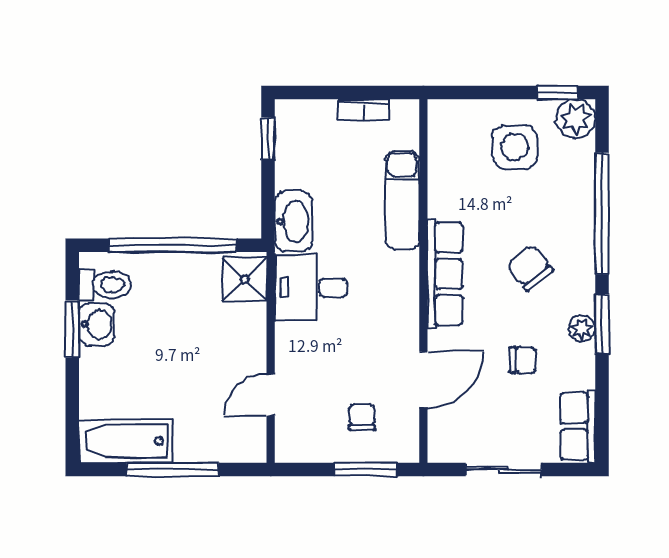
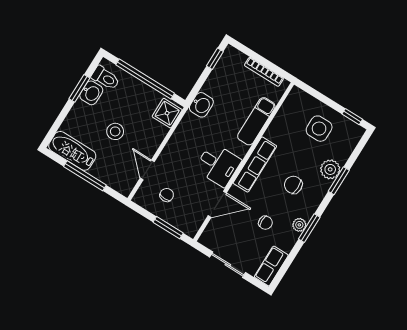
bookcase: (364, 109) -> (264, 72), width x1.56
plant: (576, 119) -> (330, 169), moved
window: (602, 214) -> (339, 181), width x0.47
washbasin: (293, 221) -> (201, 105), width x0.72
chair: (530, 268) -> (293, 185), turned -52
desk: (311, 288) -> (218, 165), moved, turned 180
stool: (177, 364) -> (115, 131), added
door: (271, 395) -> (147, 170), hinge flipped
chair: (362, 417) -> (167, 195), moved

